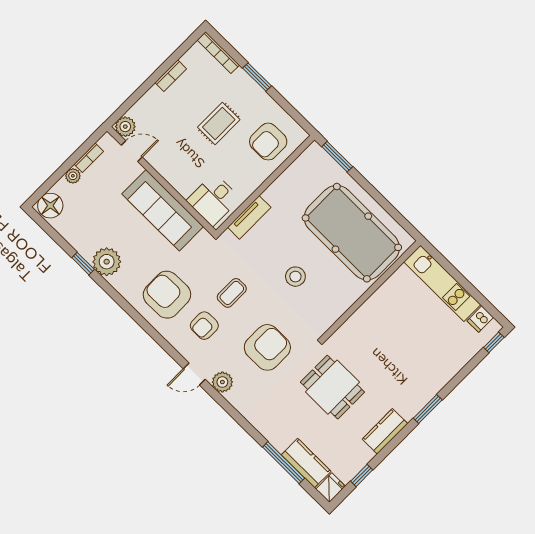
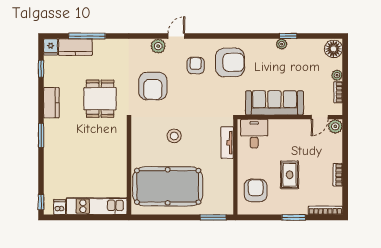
plant: (107, 262) -> (282, 44), width x0.53, depth x0.53
coffee table: (232, 293) -> (198, 96), removed
dining table: (332, 387) -> (100, 99), turned 90

